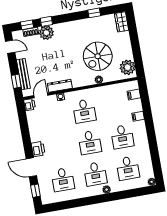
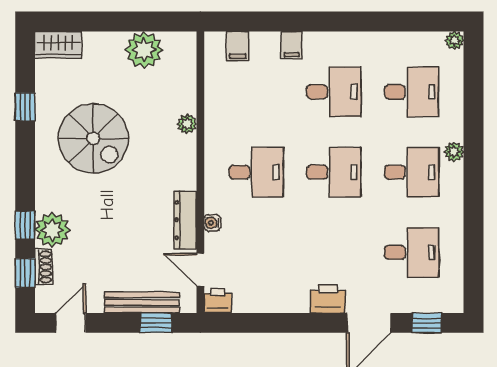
spiral stairs: (98, 56) -> (93, 138), moved
plant: (128, 67) -> (144, 50), moved

